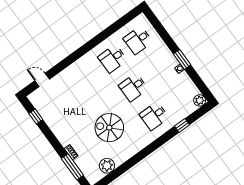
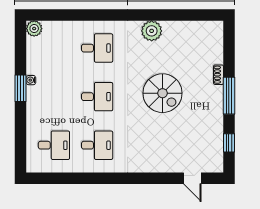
window: (182, 125) -> (74, 15), removed
spiral stairs: (109, 128) -> (163, 93), moved
plant: (107, 166) -> (152, 31), moved
window: (72, 167) -> (229, 96), moved

